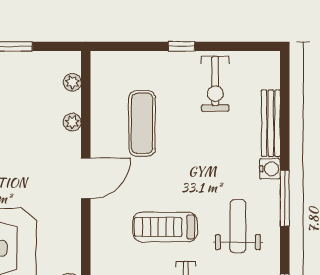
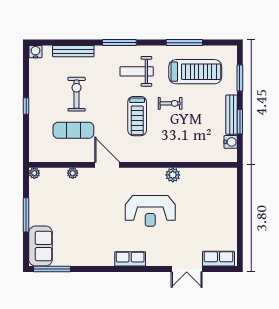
plant: (72, 82) -> (34, 173), moved
exercise bike: (215, 84) -> (77, 94), moved, turned -90
water cooler: (270, 169) -> (35, 52), moved

